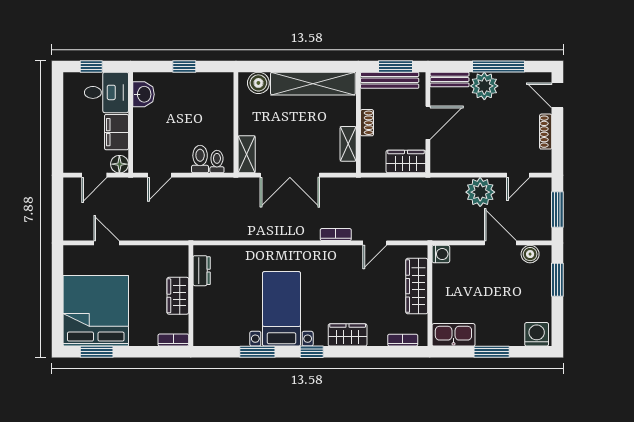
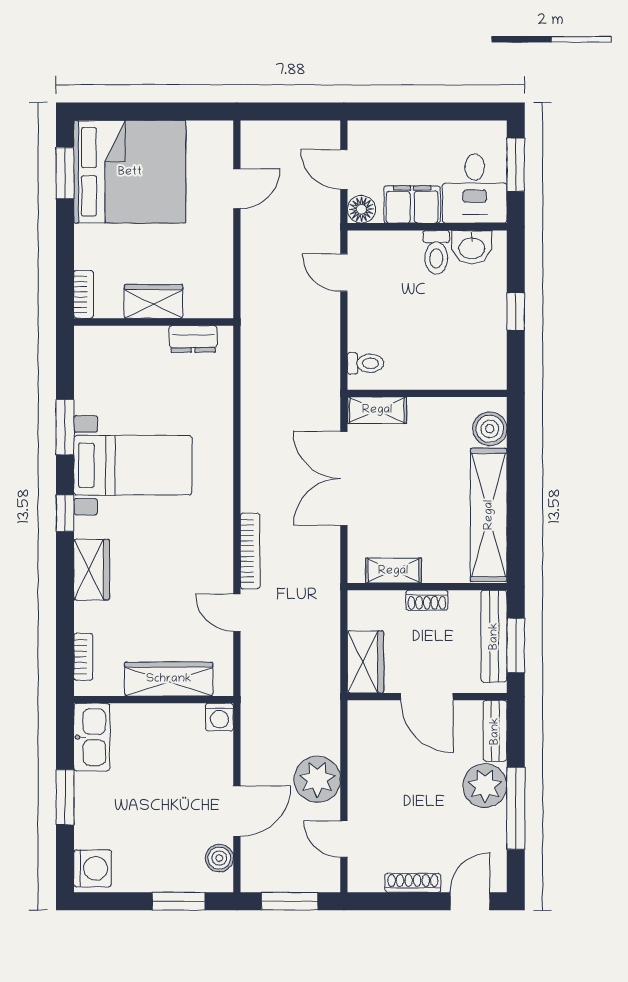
window: (91, 66) -> (516, 165), width x1.50
toilet: (200, 159) -> (436, 252), moved, turned 90
bookcase: (336, 235) -> (250, 551), width x1.56

